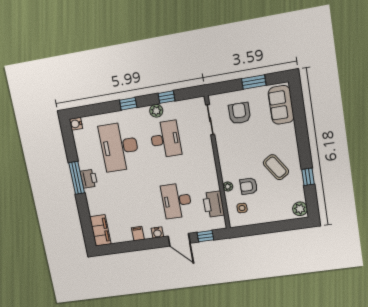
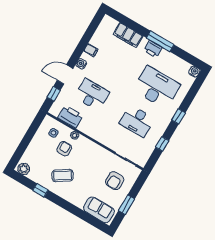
plant: (156, 111) -> (159, 130), removed
armchair: (239, 113) -> (115, 181), turned 90
filing cabinet: (100, 230) -> (128, 35), moved

